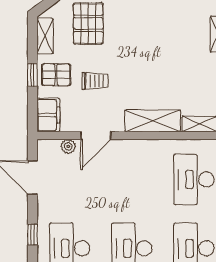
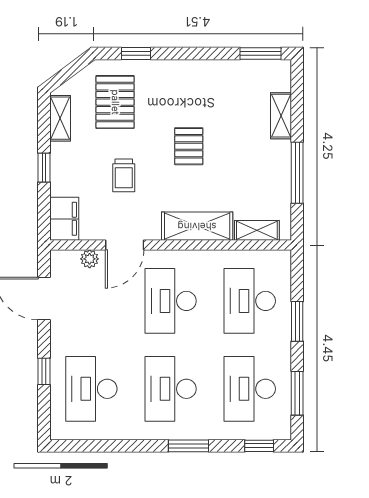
pallet: (56, 75) -> (189, 146), moved, turned 90
trolley: (95, 81) -> (124, 175), turned 90
desk: (132, 179) -> (171, 301), added

